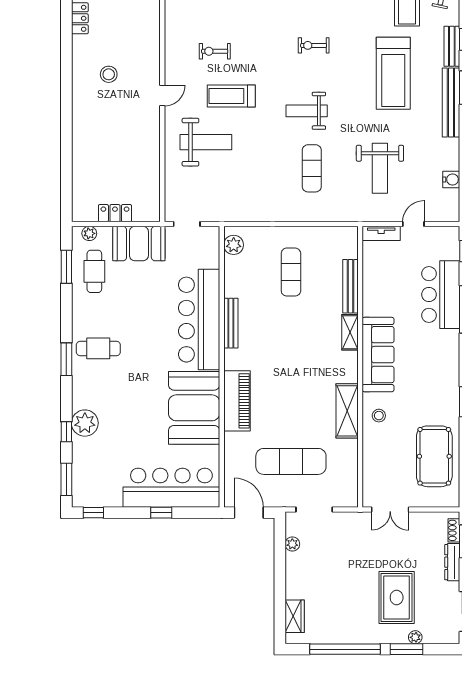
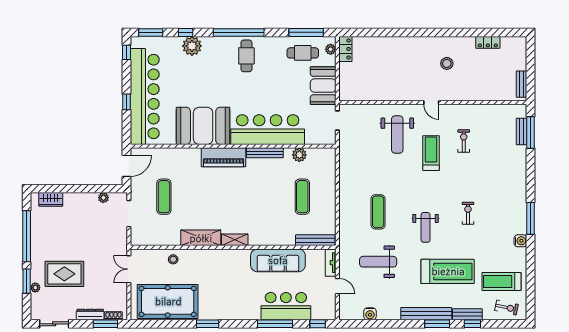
treadmill: (393, 73) -> (448, 271), turned 180
weight bench: (307, 111) -> (426, 227), moved, turned 180
exercise mat: (312, 168) -> (378, 212), turned 90
locker: (115, 213) -> (345, 49), moved
plant: (234, 245) -> (299, 155), moved
window: (66, 267) -> (306, 32), width x1.44
exercise mat: (291, 272) -> (302, 197), turned 90
bench: (351, 286) -> (315, 240), moved
shelving: (350, 332) -> (235, 240), moved
sofa: (378, 355) -> (278, 260), moved
window: (66, 359) -> (239, 32), width x2.11
piano: (237, 401) -> (223, 157), moved
stool: (379, 416) -> (173, 259), moved
pool table: (434, 456) -> (168, 301), width x1.36, depth x1.32
exercise mat: (291, 461) -> (164, 197), width x0.73, depth x0.69
bar counter: (171, 488) -> (145, 96), width x1.36

